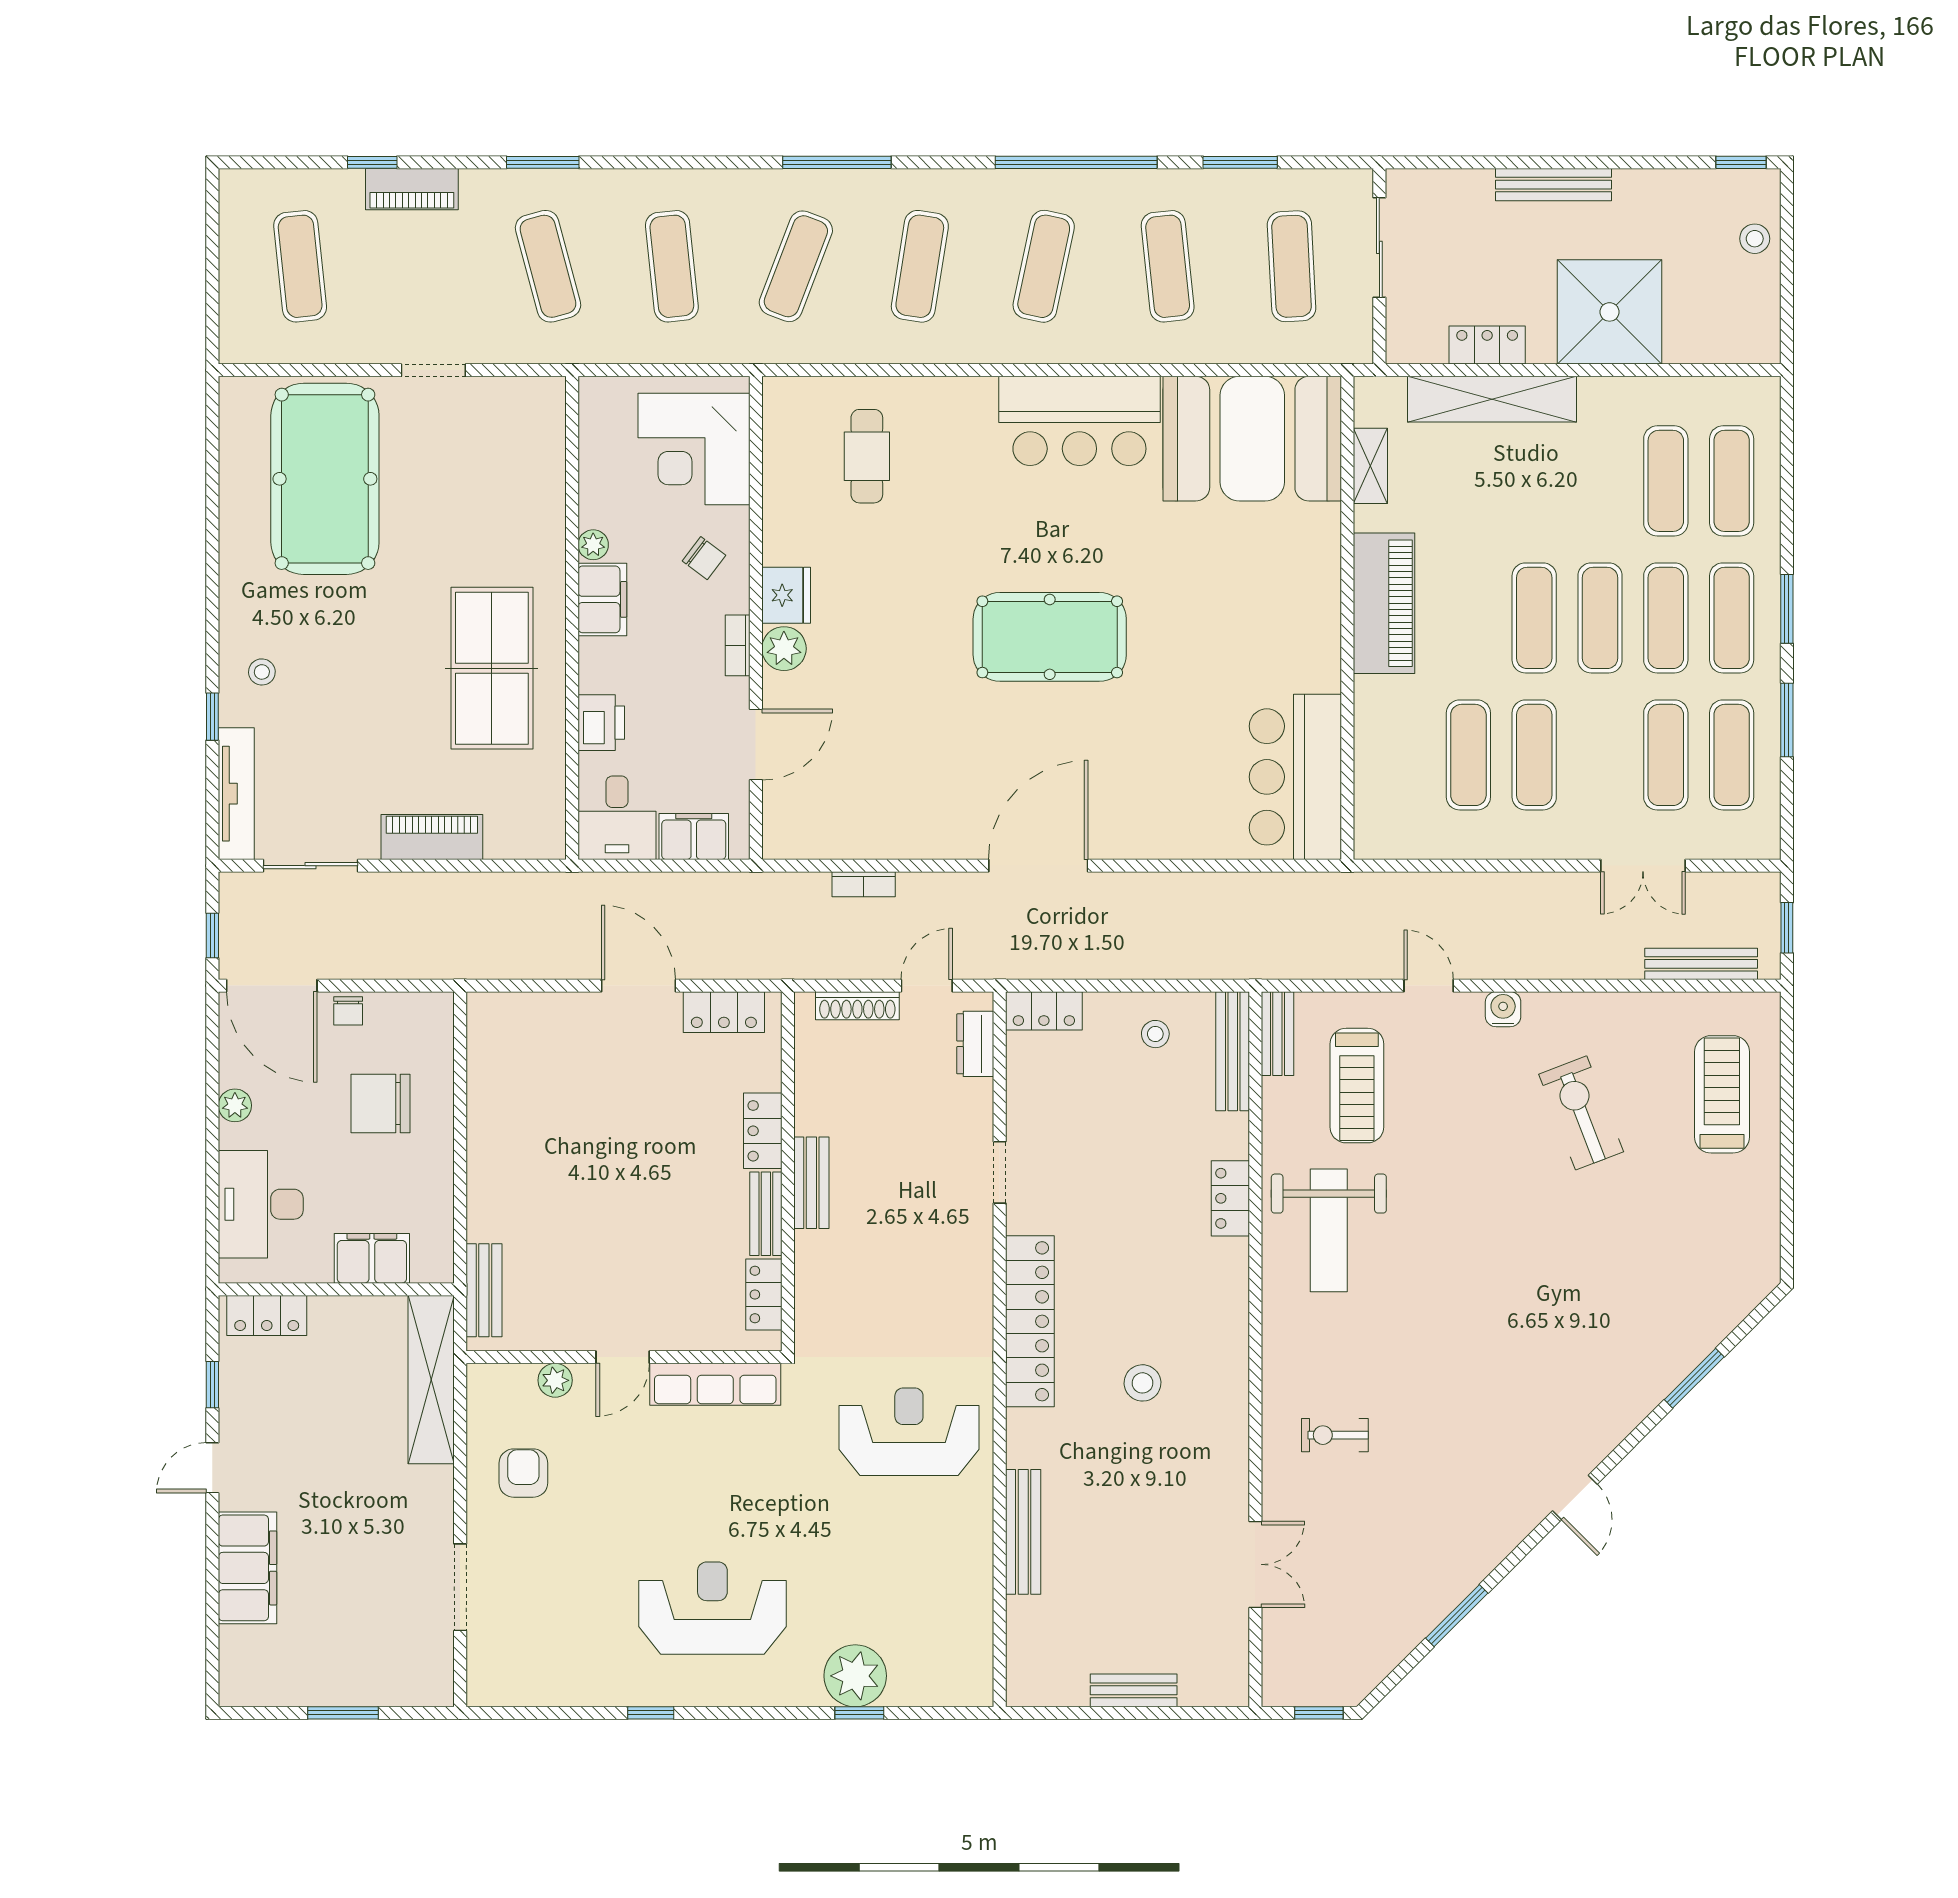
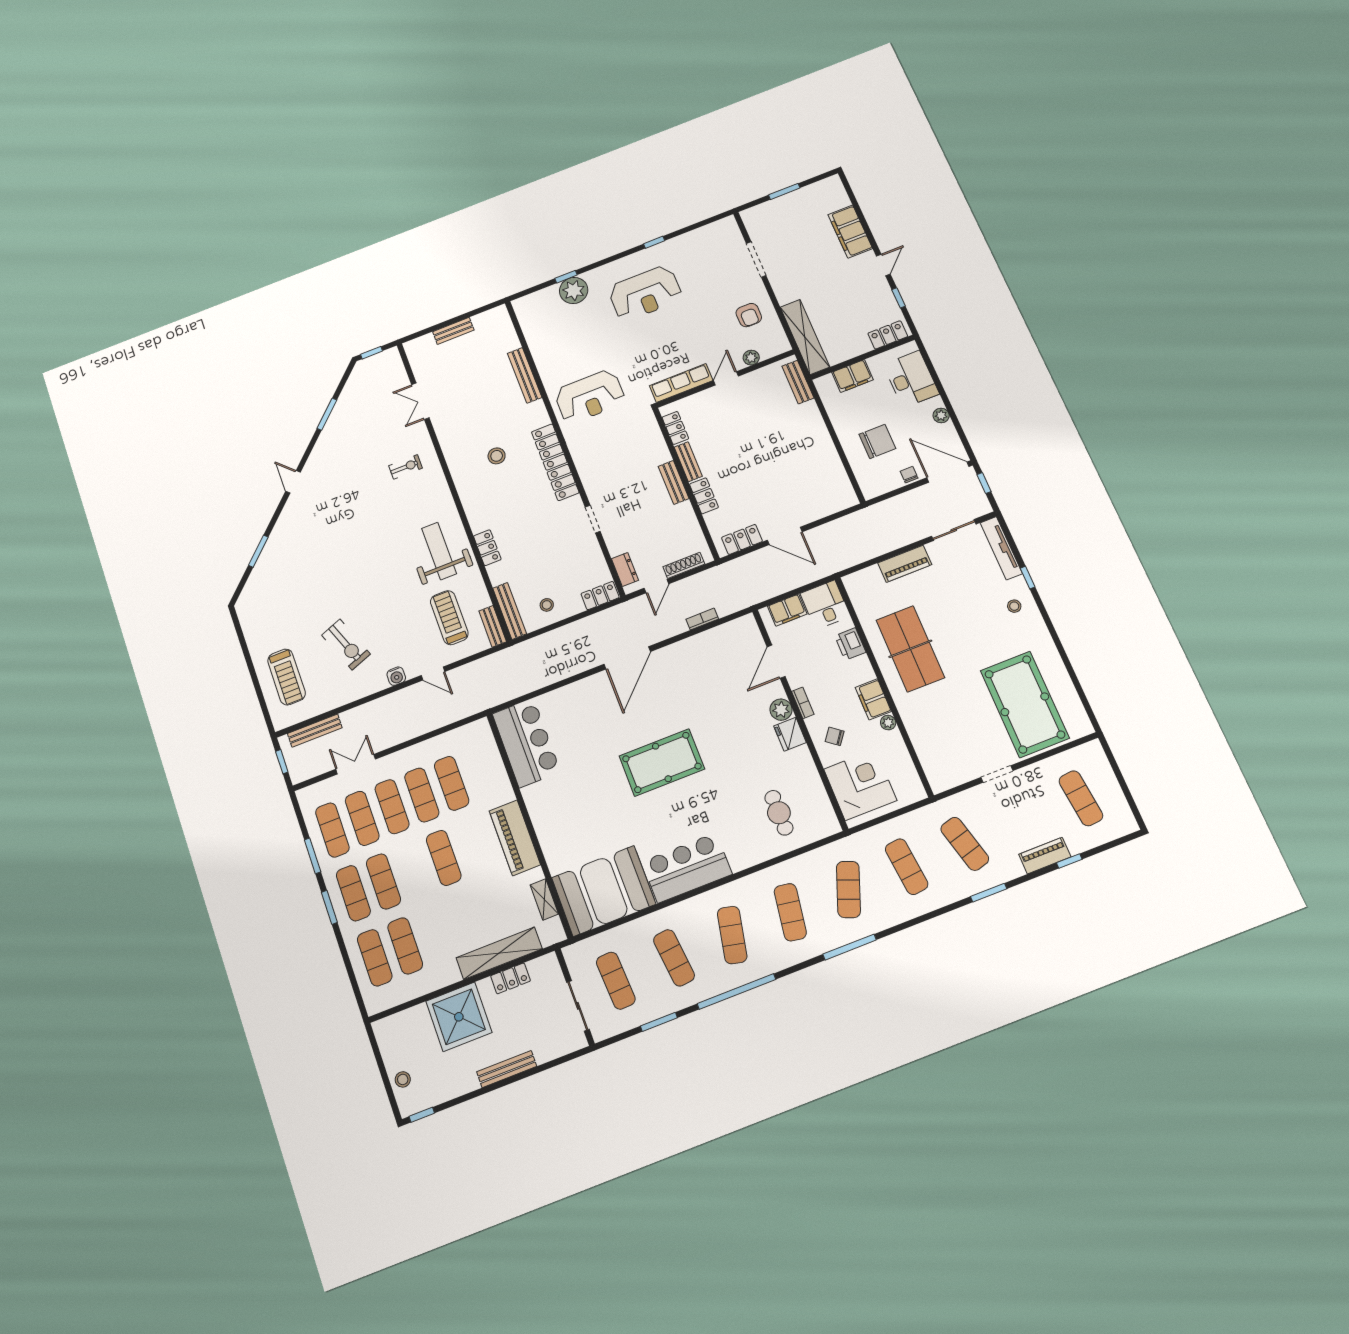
exercise mat: (1600, 618) -> (392, 807), moved

